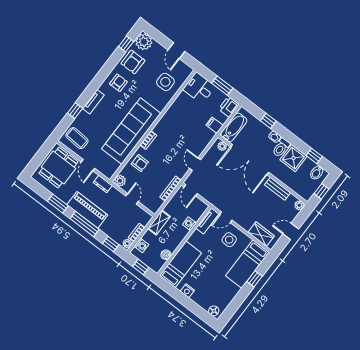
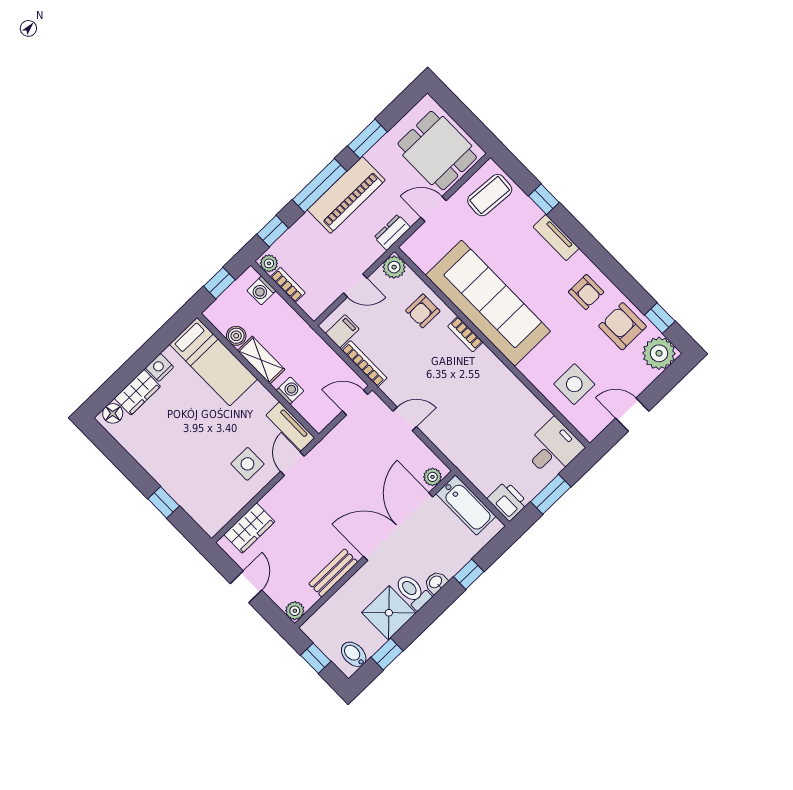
filing cabinet: (215, 125) -> (342, 331), moved
shelving: (159, 223) -> (261, 360), moved
bed: (247, 264) -> (195, 492), removed
wardrobe: (201, 300) -> (137, 392), added

